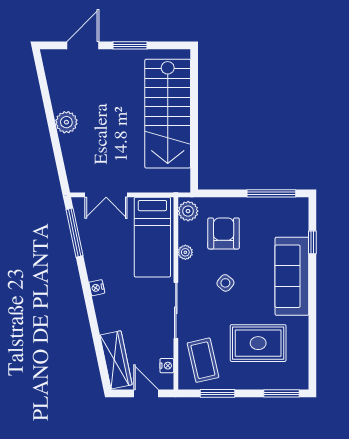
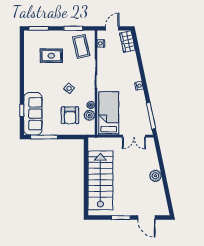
door: (83, 45) -> (147, 218), hinge flipped
double door: (106, 195) -> (134, 136), swing flipped
plant: (188, 211) -> (89, 115), moved
sofa: (292, 276) -> (33, 114), moved
rug: (258, 343) -> (51, 56), width x0.73, depth x0.70
wardrobe: (116, 360) -> (127, 42), width x0.67
door: (146, 393) -> (112, 28), swing flipped

